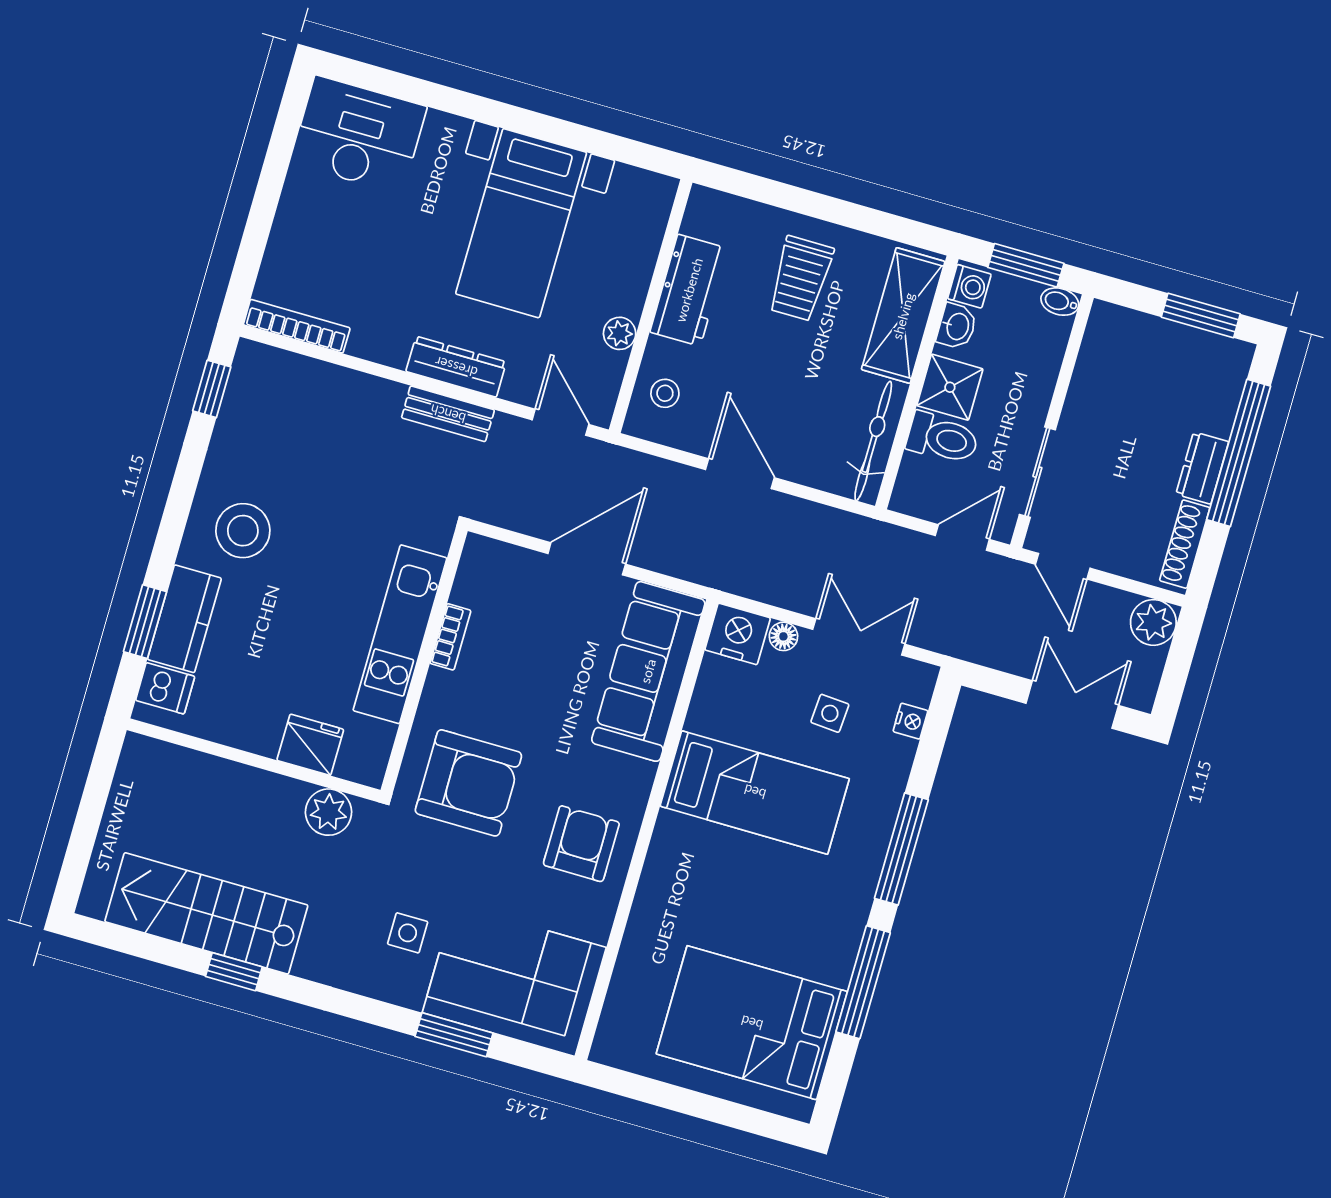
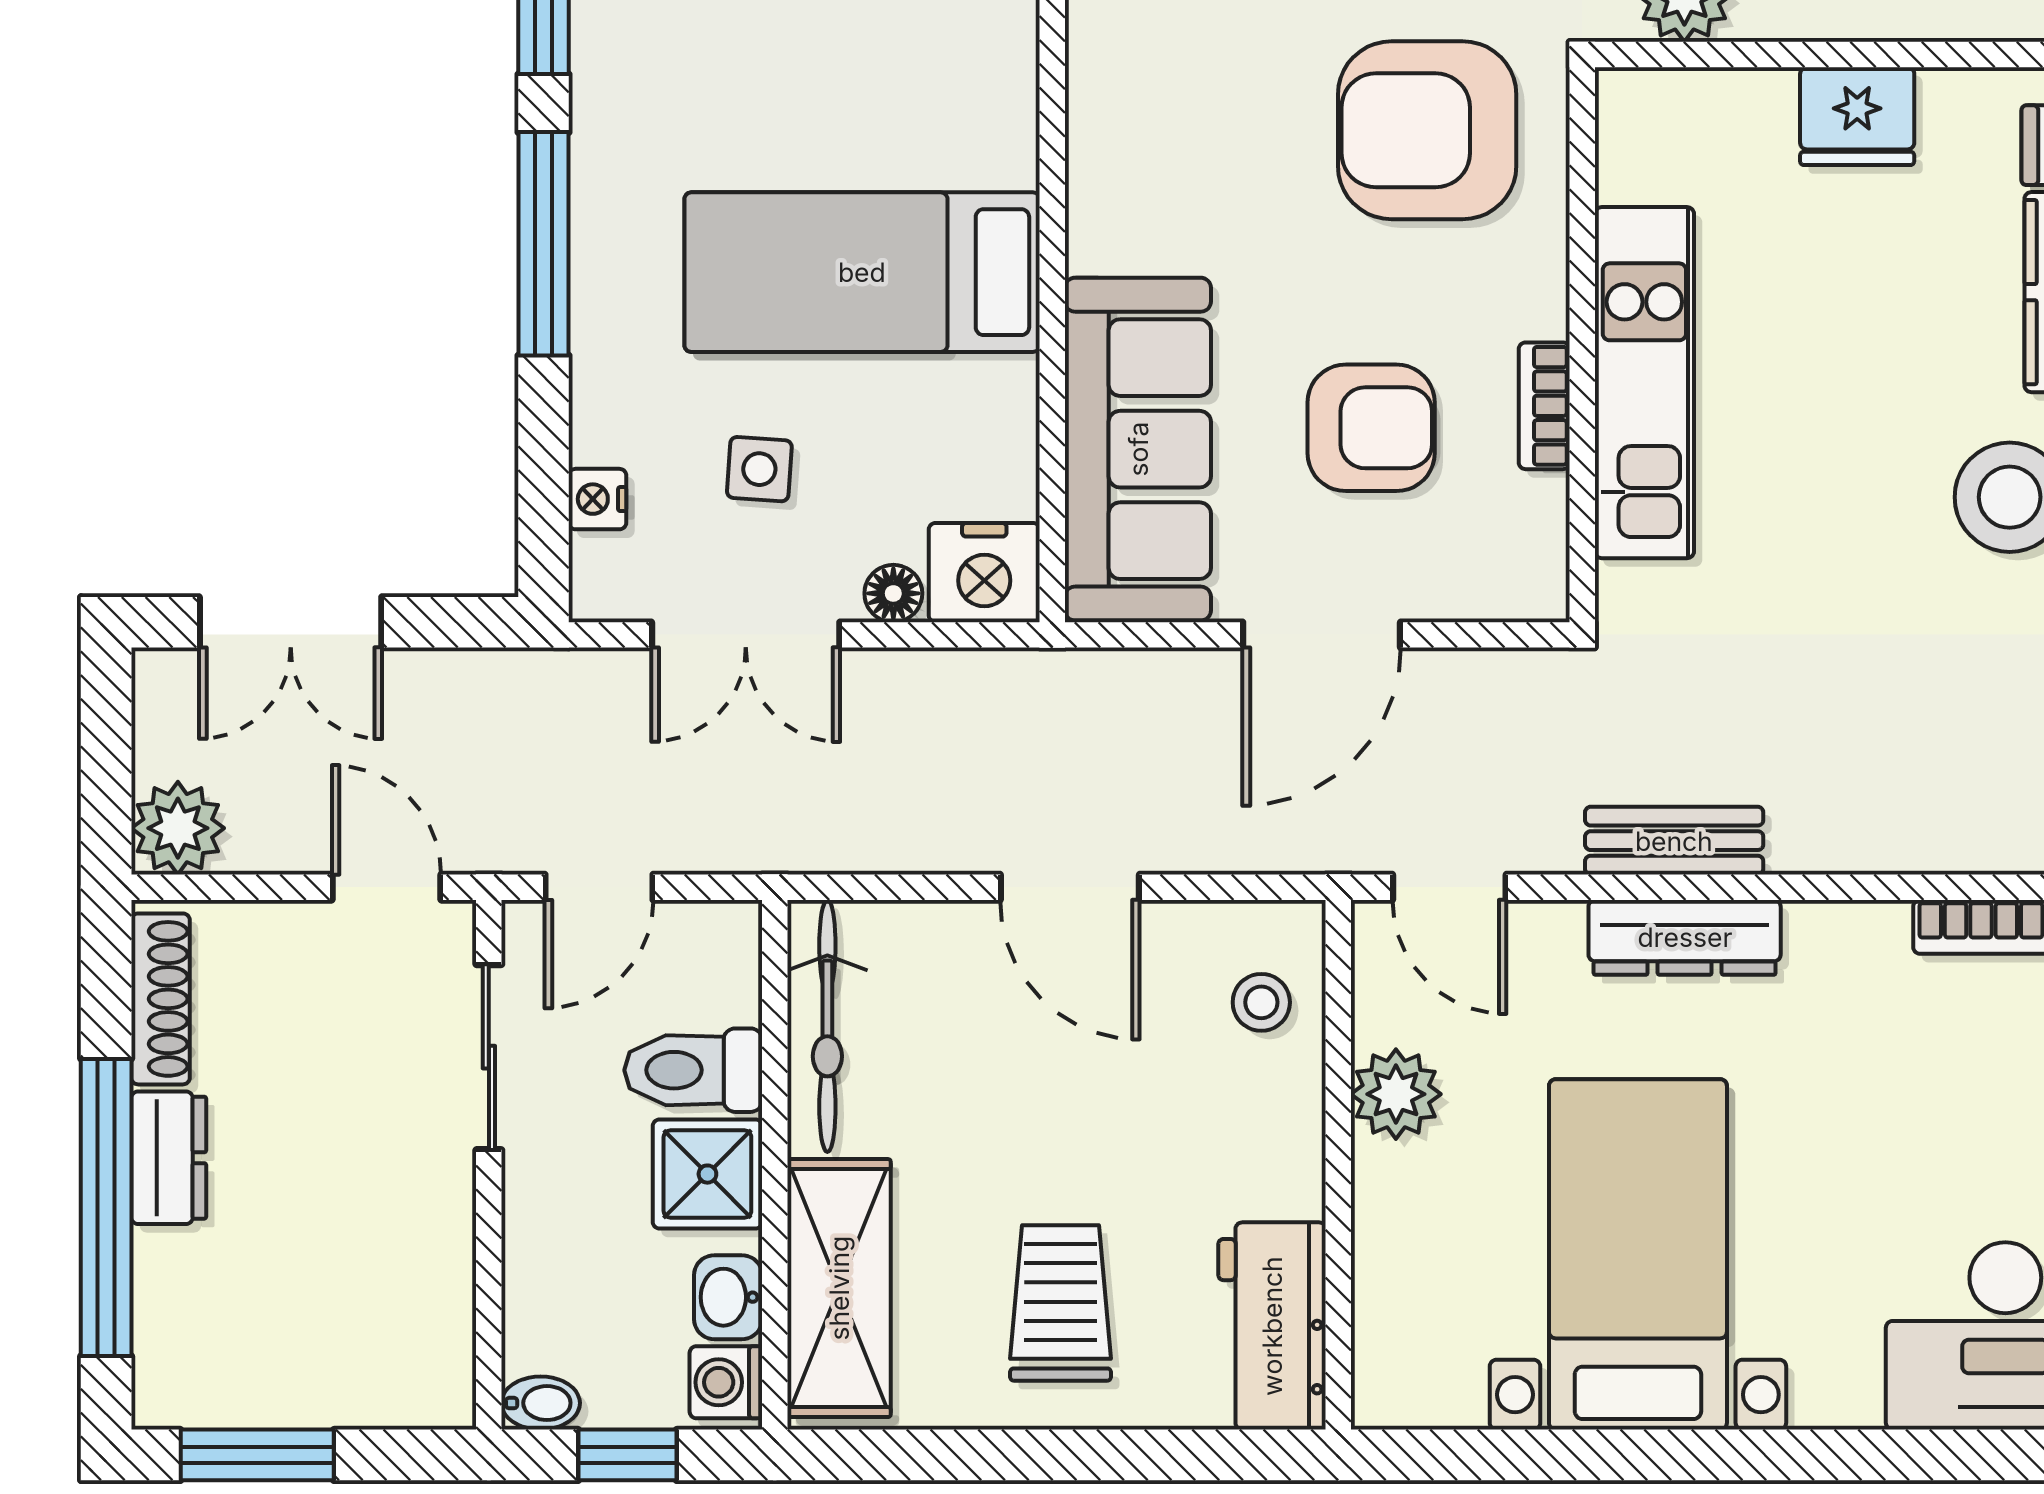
window: (1026, 265) -> (627, 1455), width x0.67
workbench: (689, 290) -> (1272, 1326), moved
plant: (620, 333) -> (1396, 1094), width x1.38, depth x1.38
fridge: (310, 745) -> (1857, 116), moved
armchair: (581, 844) -> (1371, 428), moved, turned -90

